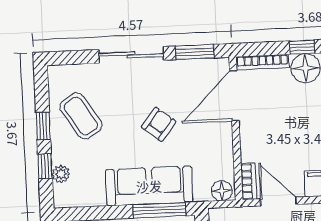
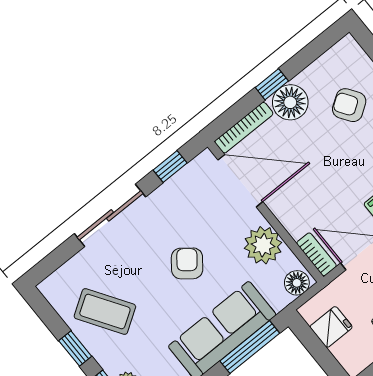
window: (195, 52) -> (170, 167), width x0.67
door: (234, 96) -> (240, 181), swing flipped
plant: (218, 149) -> (263, 245), added

